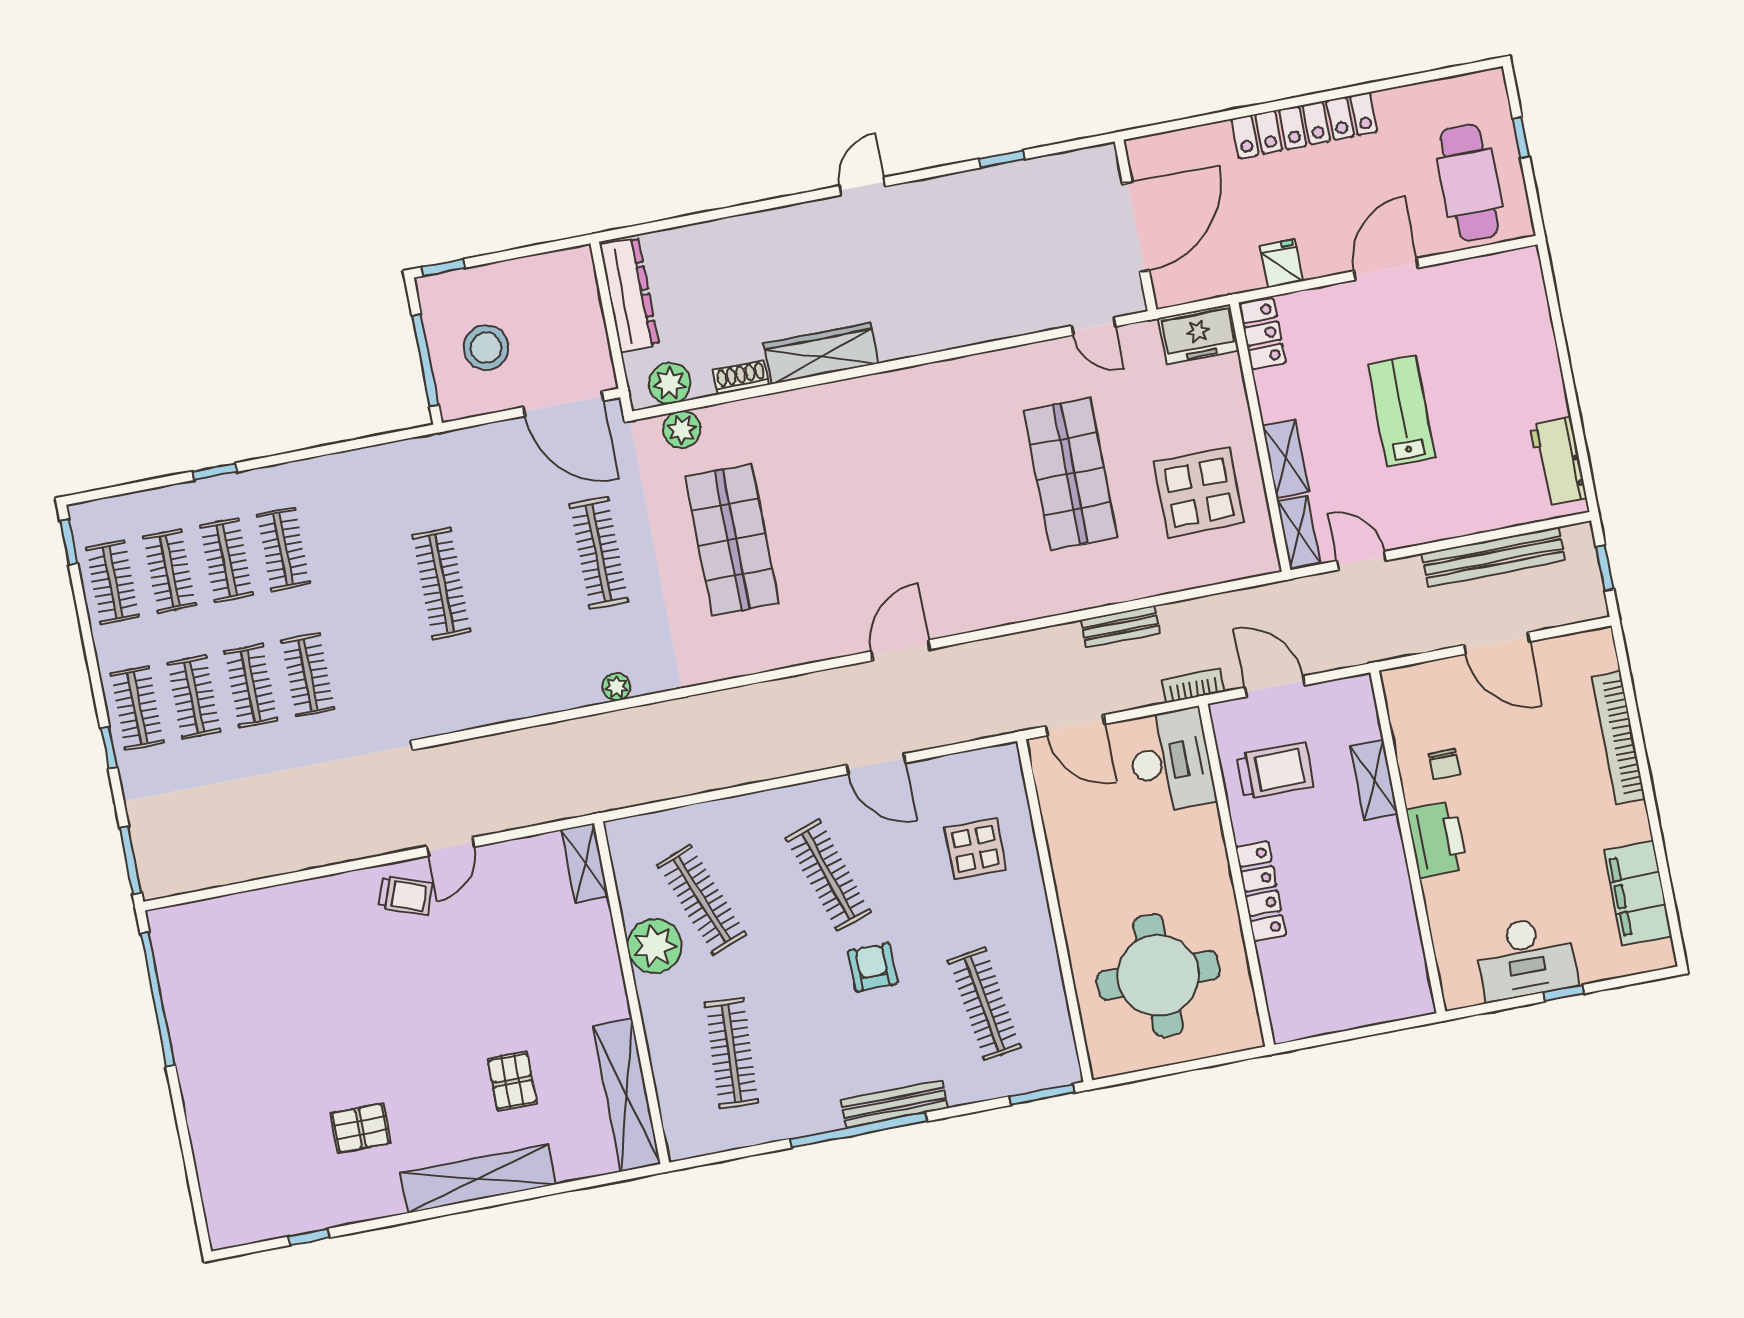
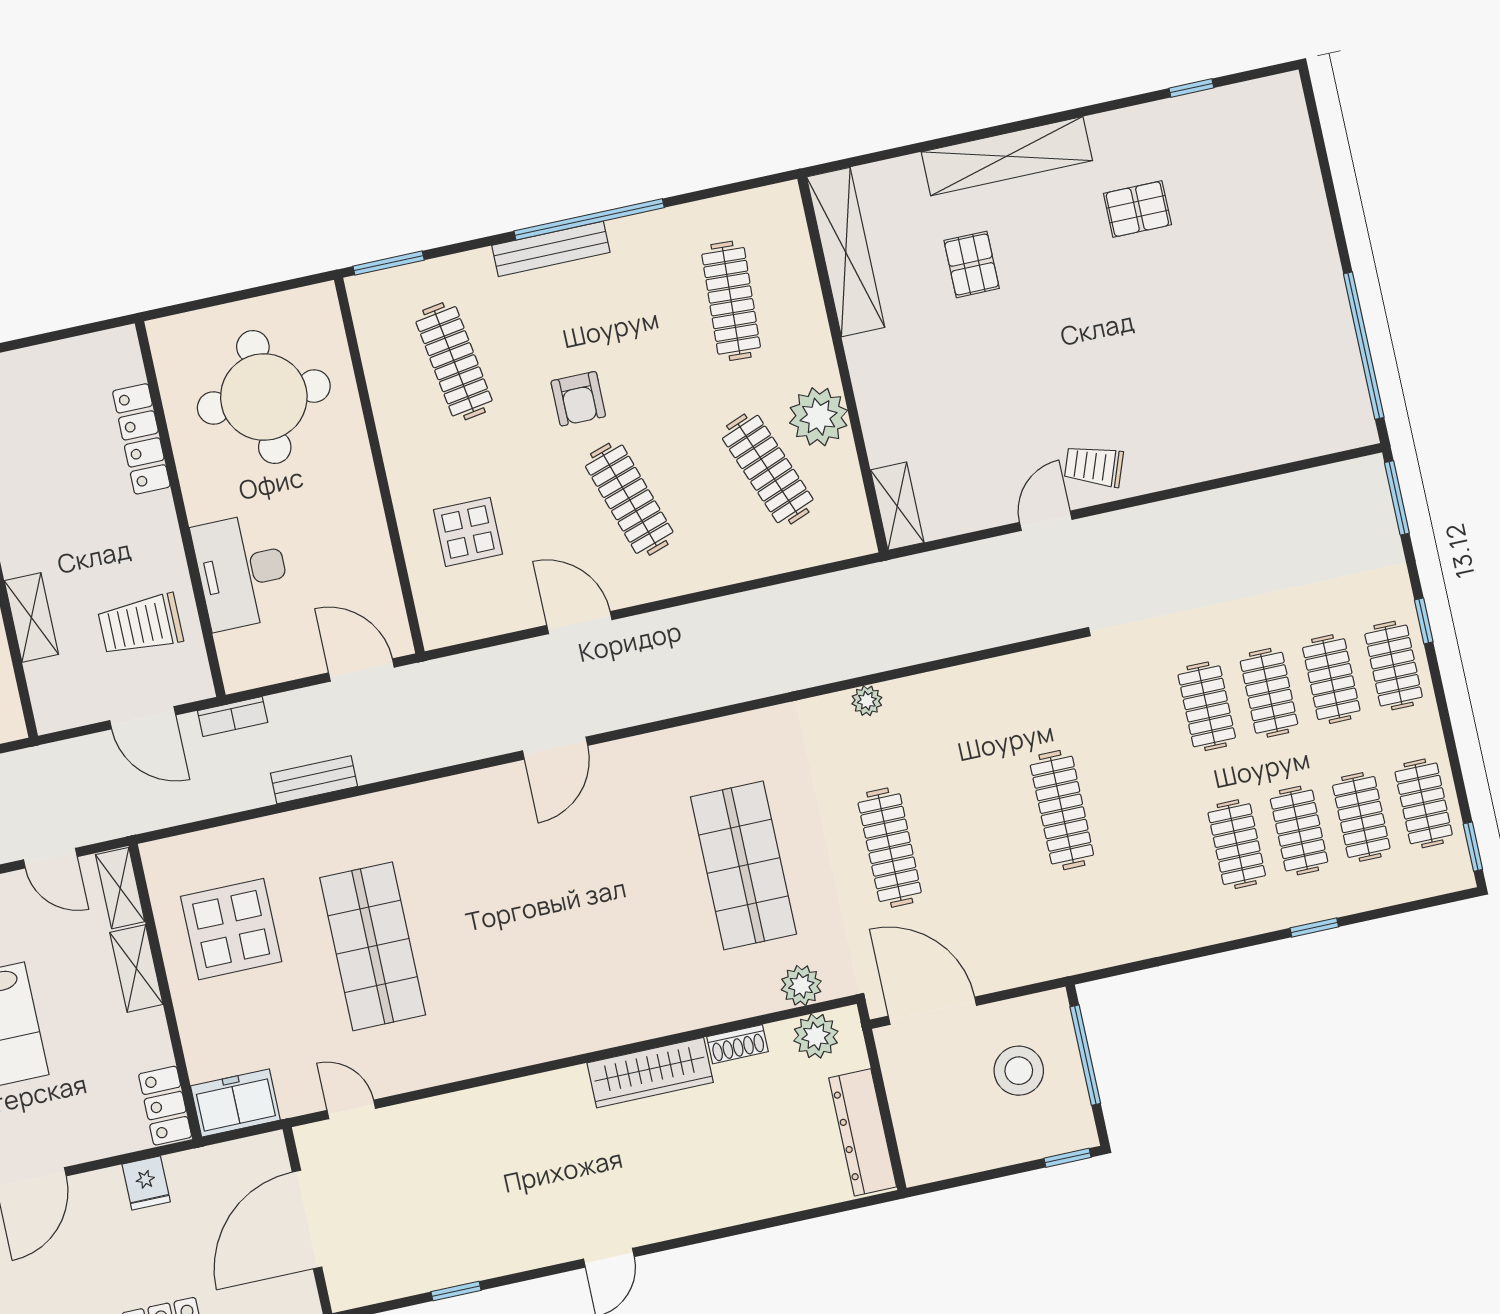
desk: (1171, 761) -> (242, 571), moved
locker: (1261, 891) -> (141, 439), moved

